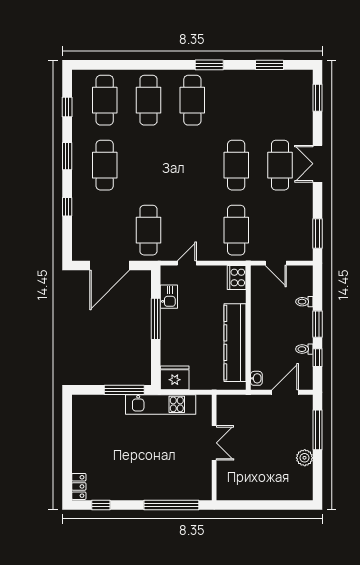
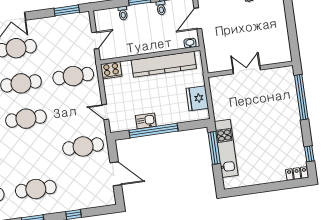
cafe table: (192, 165) -> (26, 119), added
door: (110, 265) -> (116, 174), width x0.73
kitchen sink: (169, 297) -> (146, 121), moved
window: (156, 319) -> (153, 131), width x1.46
fridge: (175, 378) -> (197, 98), moved
door: (285, 392) -> (198, 18), hinge flipped
kitchen unit: (161, 404) -> (226, 148), moved

